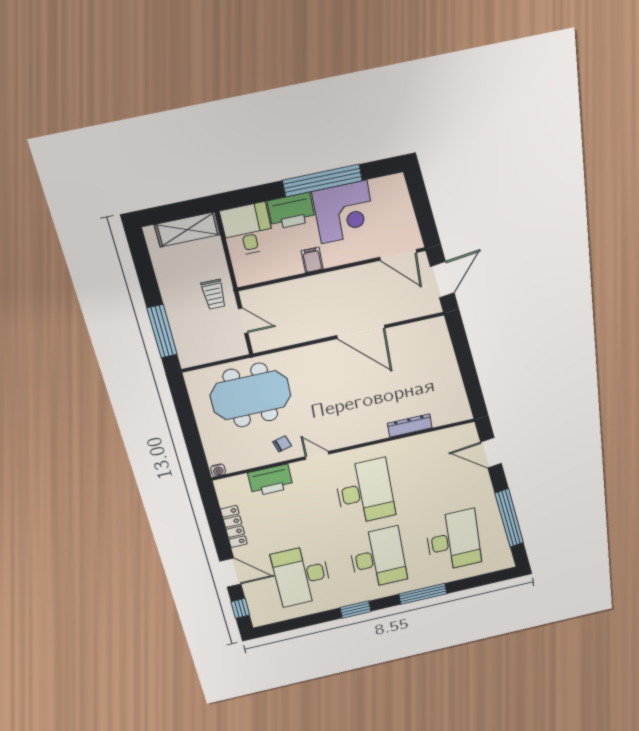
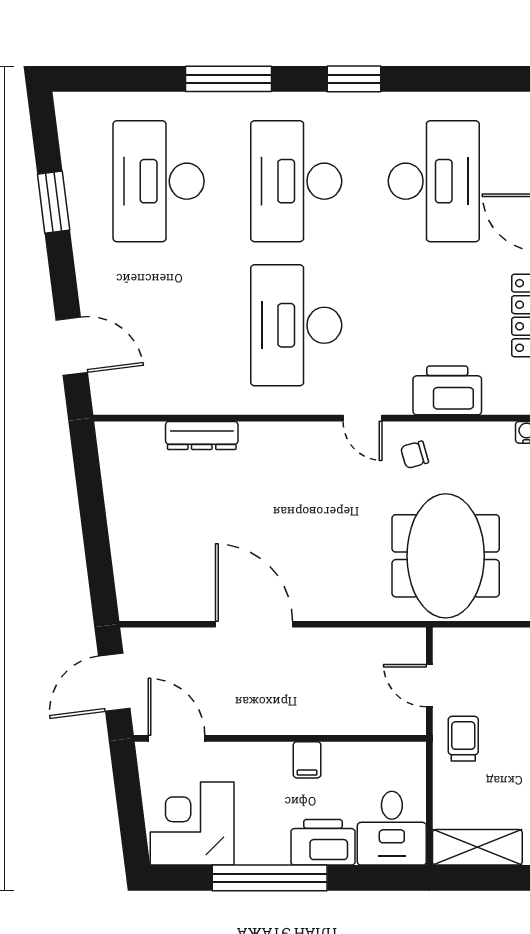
corner desk: (344, 212) -> (192, 824), moved
meeting table: (251, 395) -> (446, 556), turned 90
window: (509, 518) -> (54, 202), width x0.47

